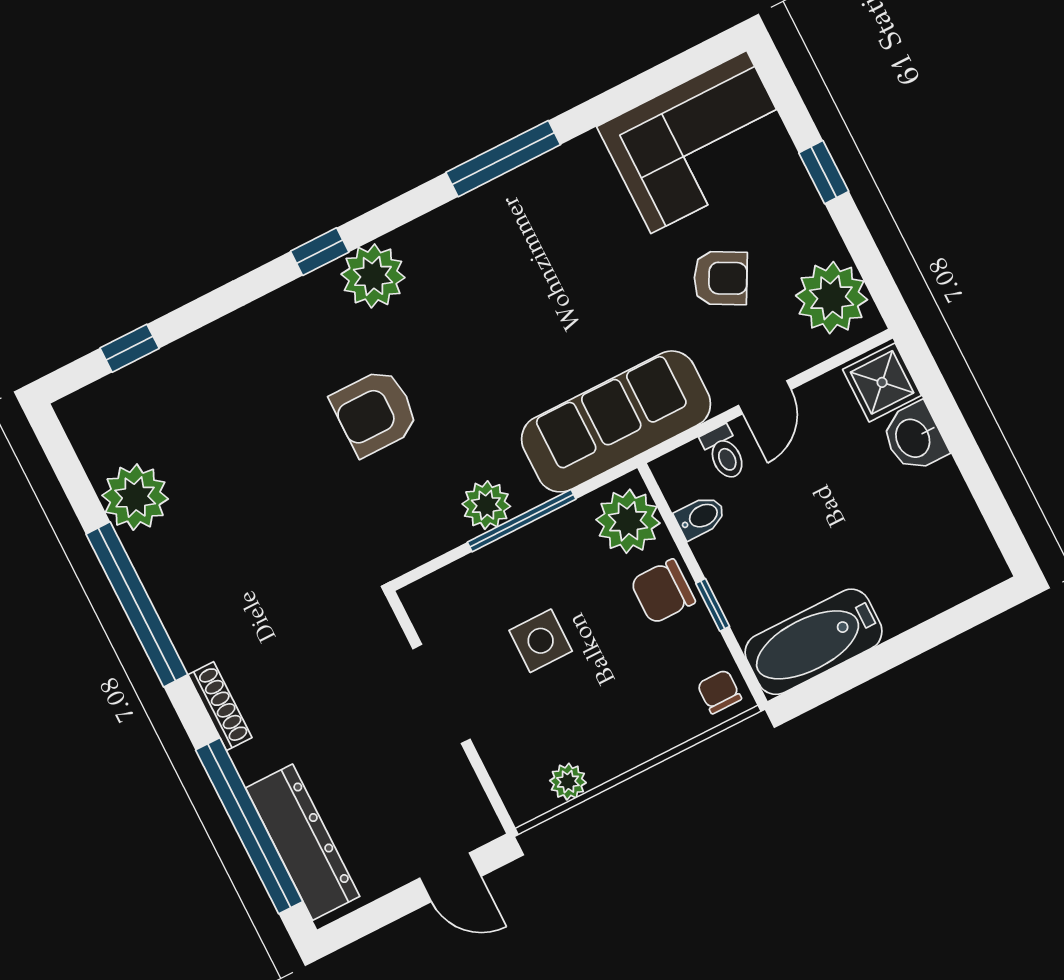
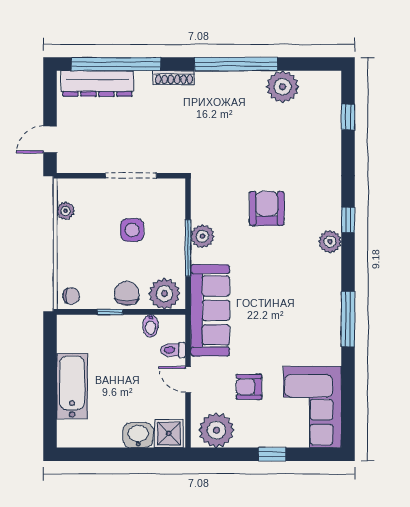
plant: (373, 276) -> (330, 242), width x0.73, depth x0.73
armchair: (721, 278) -> (249, 387), turned 62
bathtub: (814, 642) -> (72, 386), moved

